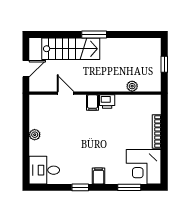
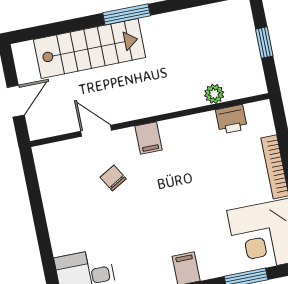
printer: (107, 102) -> (231, 119), moved
chair: (69, 120) -> (113, 178), added
plant: (35, 135) -> (56, 217), removed

